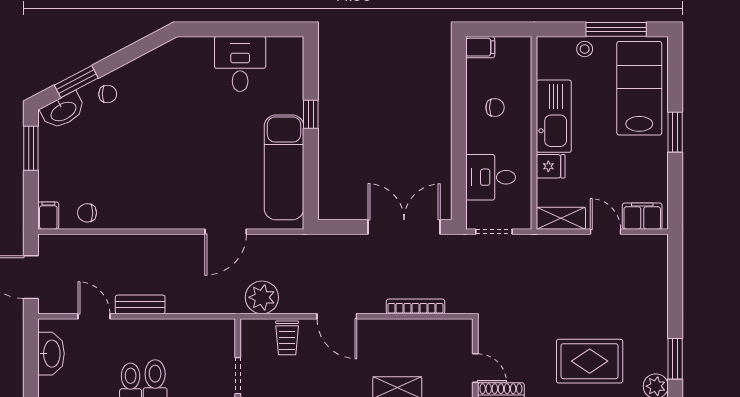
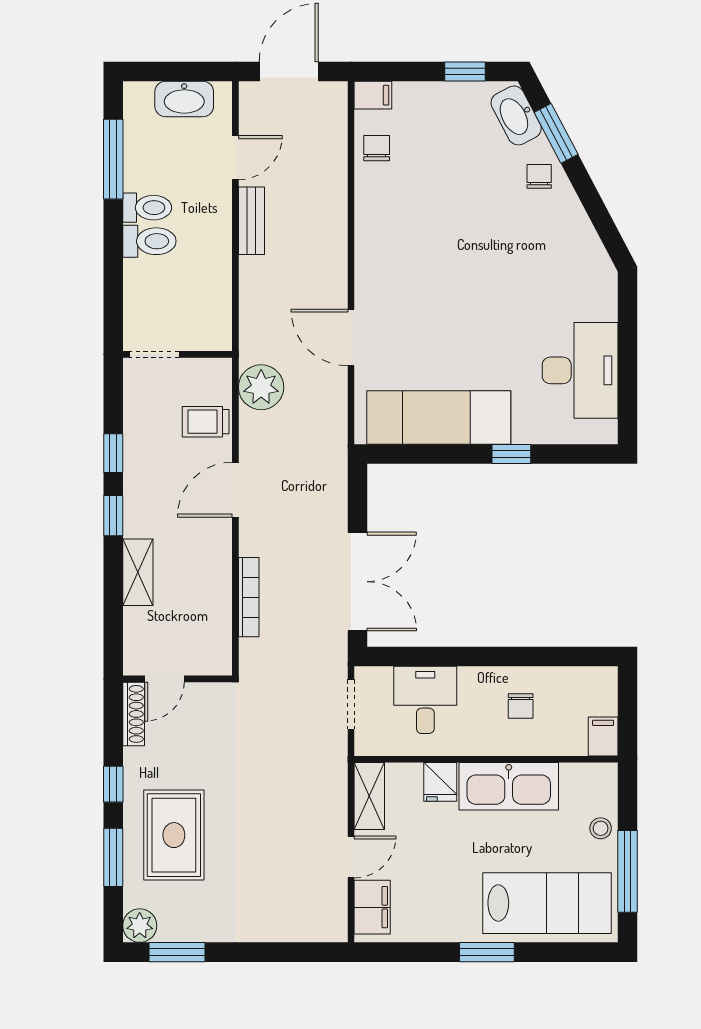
filing cabinet: (480, 47) -> (603, 736), moved, turned 180
desk: (240, 64) -> (580, 370), width x1.37
chair: (108, 94) -> (539, 176), turned 180
window: (31, 148) -> (465, 71), width x0.67

